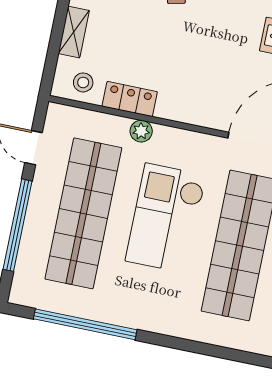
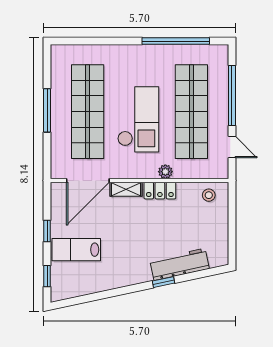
shelving: (74, 32) -> (126, 189), moved, turned 90
locker: (130, 99) -> (160, 191), moved

